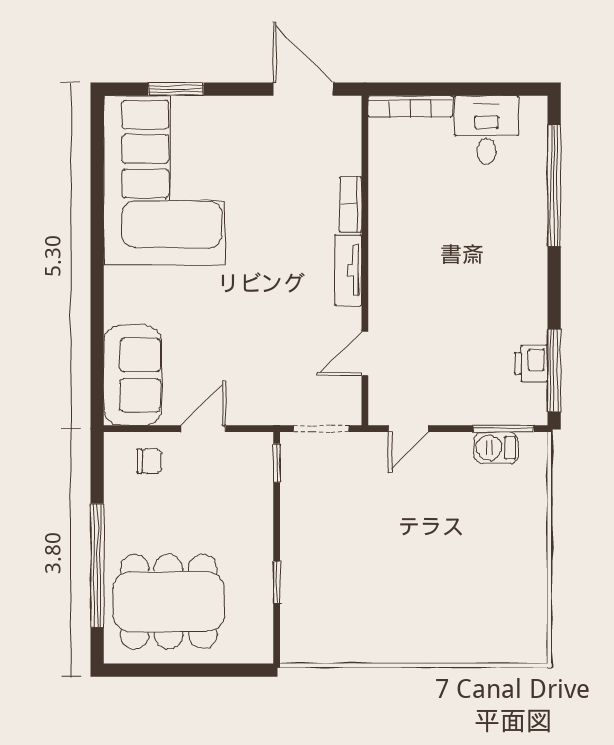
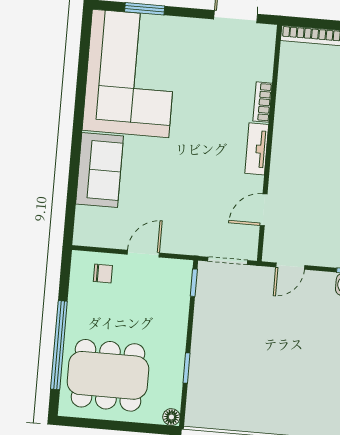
sofa: (133, 375) -> (100, 170), moved
floor lamp: (262, 652) -> (171, 417), added

